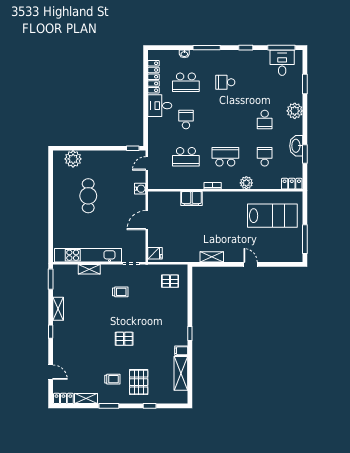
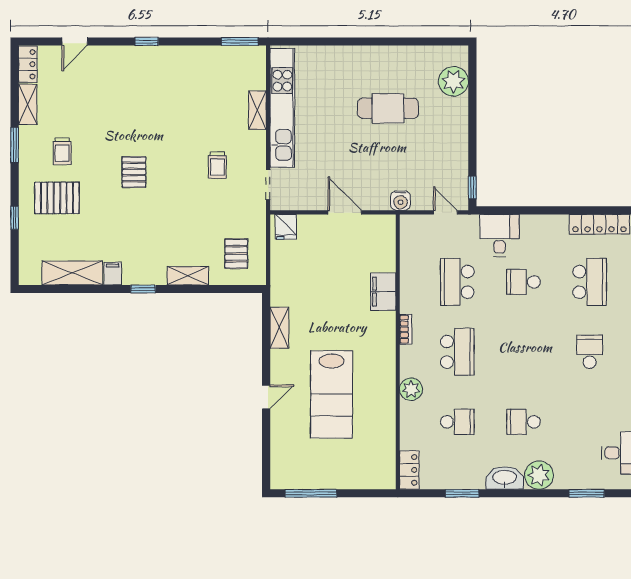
school desk: (186, 82) -> (590, 282), turned 180
desk: (160, 106) -> (500, 235), moved
school desk: (186, 120) -> (523, 282), turned 180
washbasin: (296, 146) -> (505, 478), moved
lab bench: (272, 216) -> (332, 394), moved
shelving: (58, 309) -> (188, 276), moved

